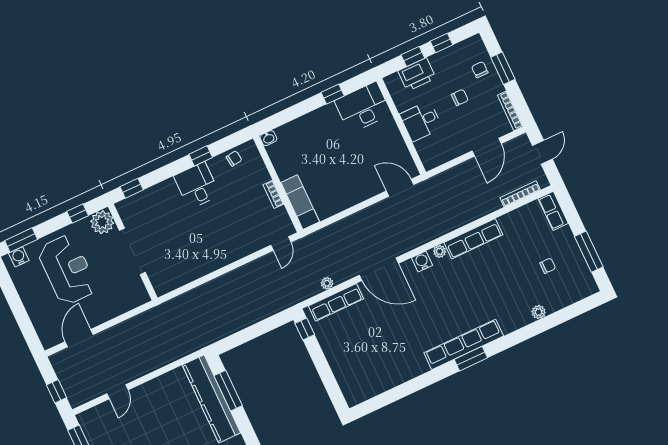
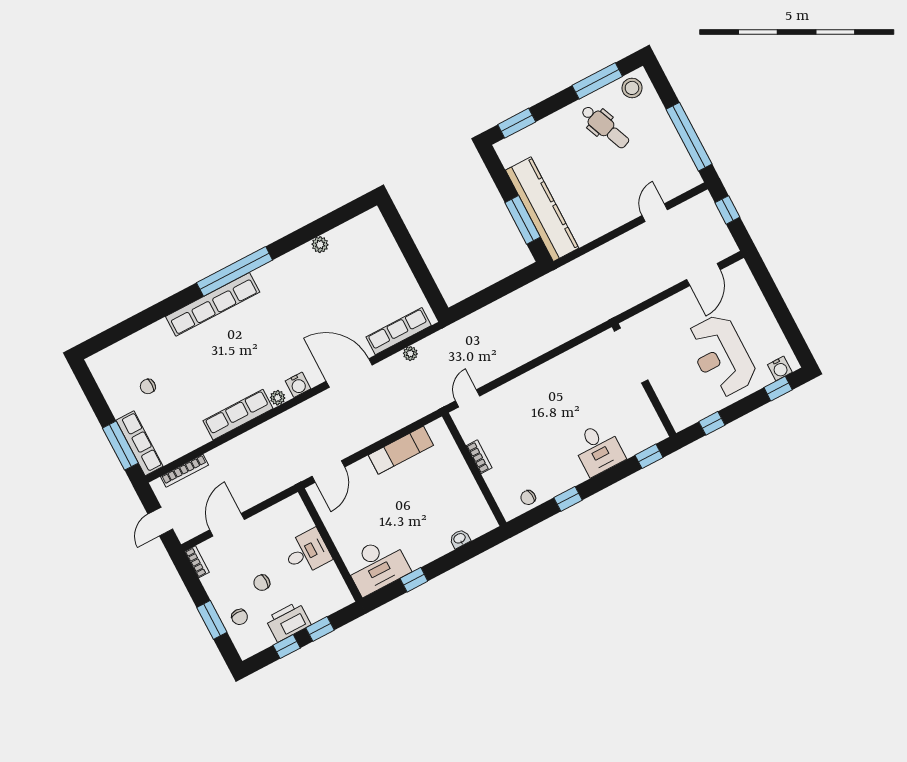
printer: (417, 74) -> (288, 622), moved
bookcase: (510, 111) -> (197, 562), width x0.64
washbasin: (268, 138) -> (460, 539), moved
desk: (197, 185) -> (598, 449), moved
door: (400, 188) -> (328, 472), hinge flipped
exam couch: (300, 202) -> (401, 450), moved, turned -90
row of seats: (553, 211) -> (139, 443), width x1.48
plant: (102, 222) -> (682, 414), removed
window: (21, 240) -> (778, 389), width x0.67
doorway: (132, 251) -> (631, 356), moved
window: (589, 252) -> (120, 446), moved
plant: (539, 312) -> (320, 245), moved
window: (305, 329) -> (434, 298), removed
row of seats: (464, 344) -> (213, 304), moved
window: (471, 359) -> (235, 271), width x2.11

